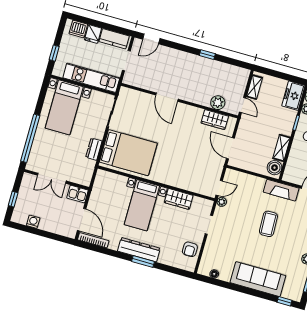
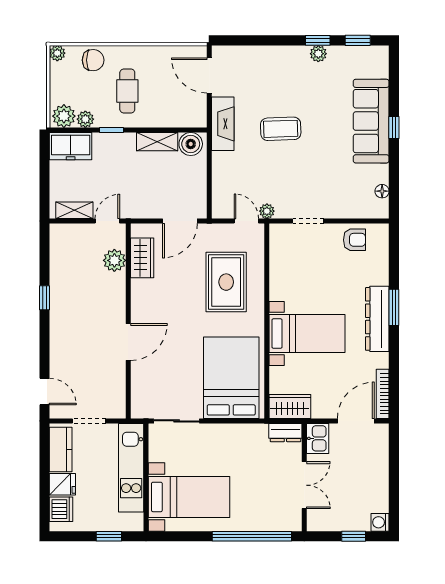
dresser: (94, 149) -> (285, 433), moved
rug: (186, 166) -> (226, 282), added
wardrobe: (179, 199) -> (290, 406), moved, turned -90
washing machine: (33, 222) -> (380, 522), moved
window: (285, 301) -> (394, 128), moved

